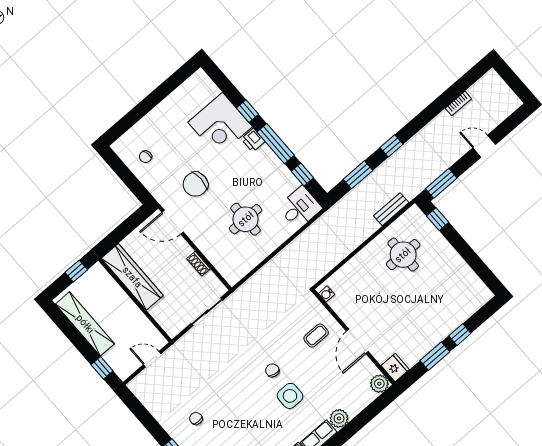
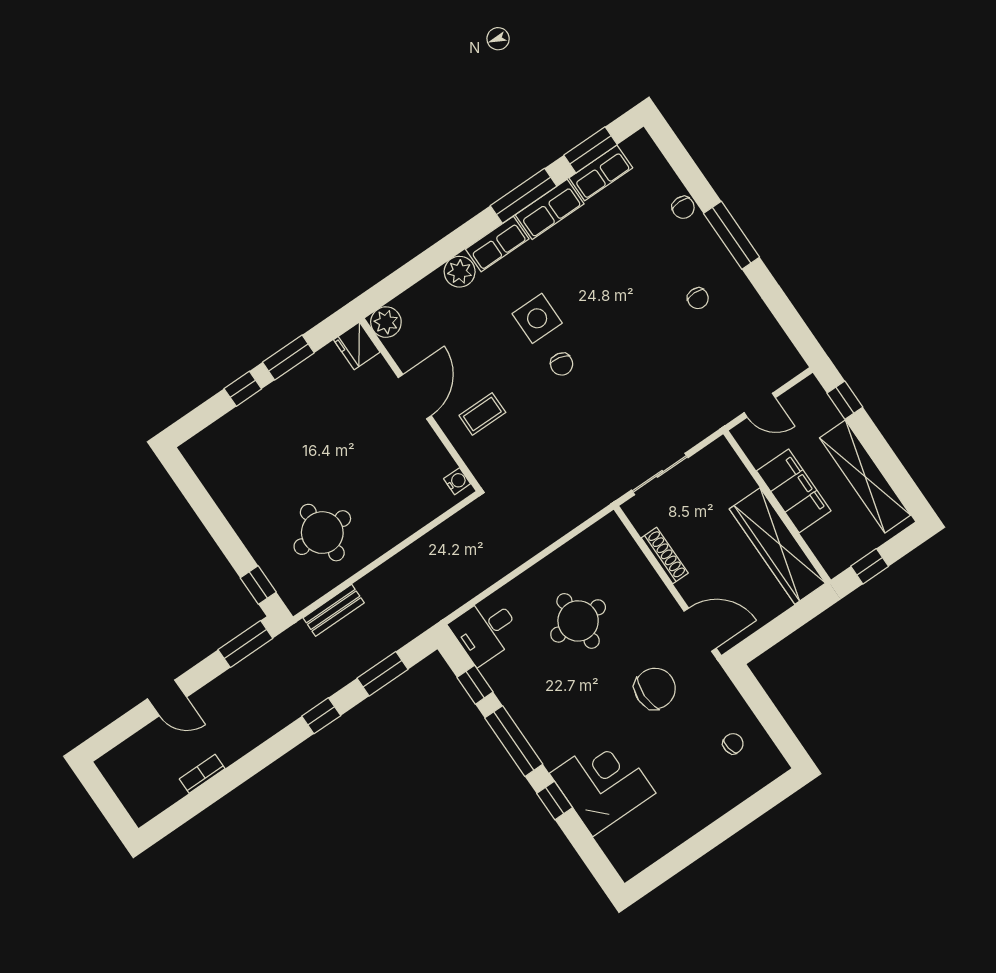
printer: (253, 140) -> (551, 751), removed
shoe rack: (199, 264) -> (665, 556), width x1.43
filing cabinet: (126, 311) -> (794, 491), added

